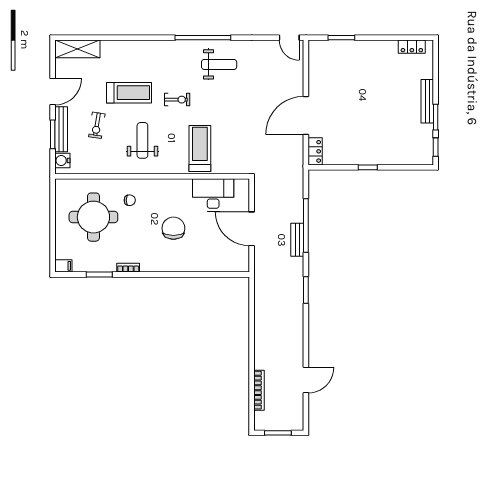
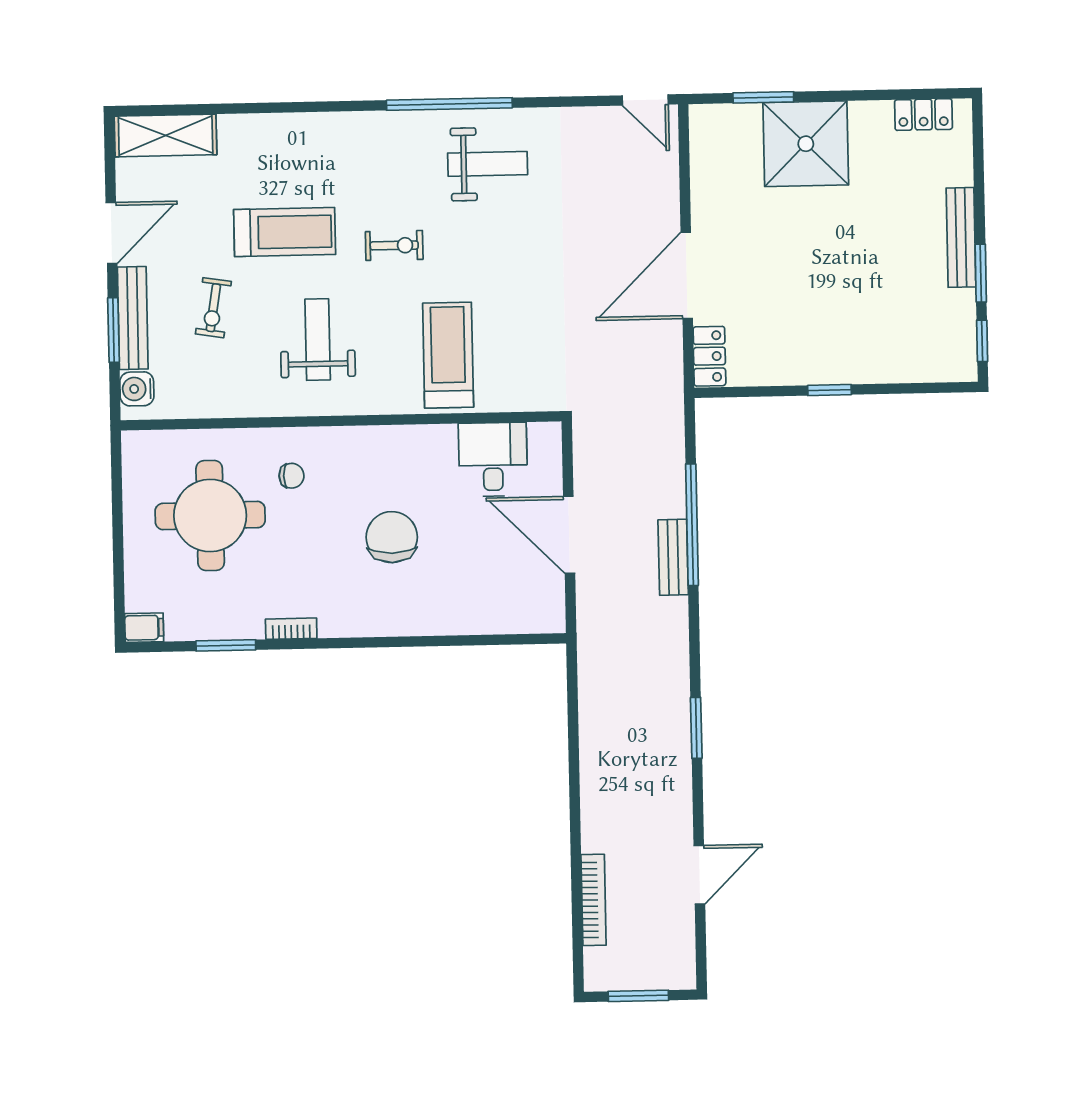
shower: (360, 59) -> (806, 144), added
desk: (213, 195) -> (493, 459), width x0.73
window: (306, 290) -> (696, 728), moved

